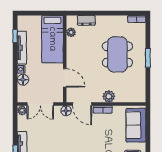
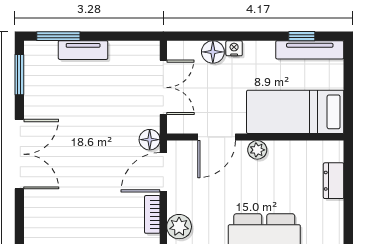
plant: (71, 32) -> (257, 150), moved
tv unit: (22, 48) -> (310, 50), moved
double door: (40, 104) -> (163, 87), swing flipped
plant: (22, 110) -> (150, 50), removed

